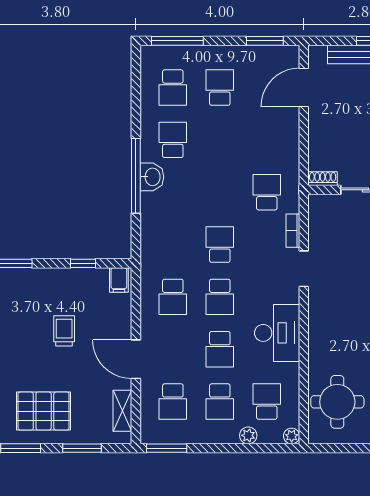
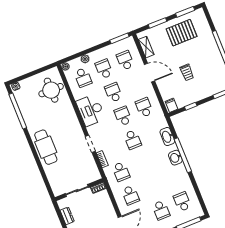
school desk: (173, 140) -> (130, 195), moved
washbasin: (151, 224) -> (167, 137), added

